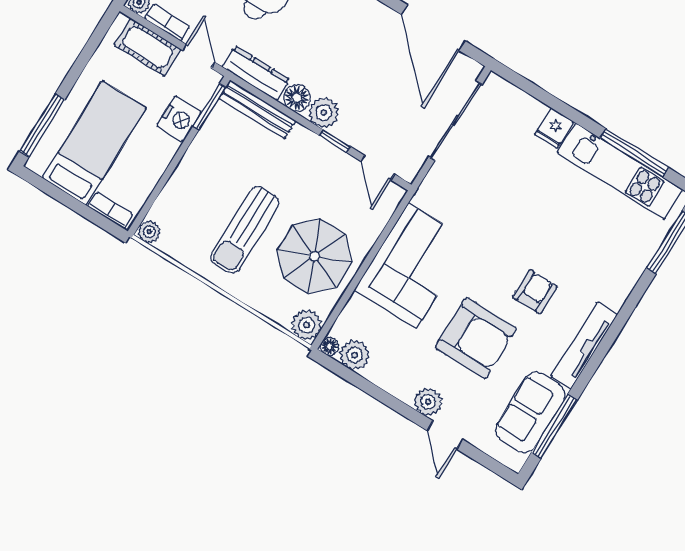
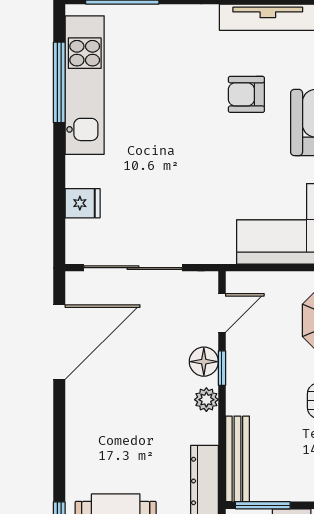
floor lamp: (297, 98) -> (204, 362), moved
plant: (324, 113) -> (206, 400), width x0.73, depth x0.73
fridge: (554, 128) -> (83, 203), moved

